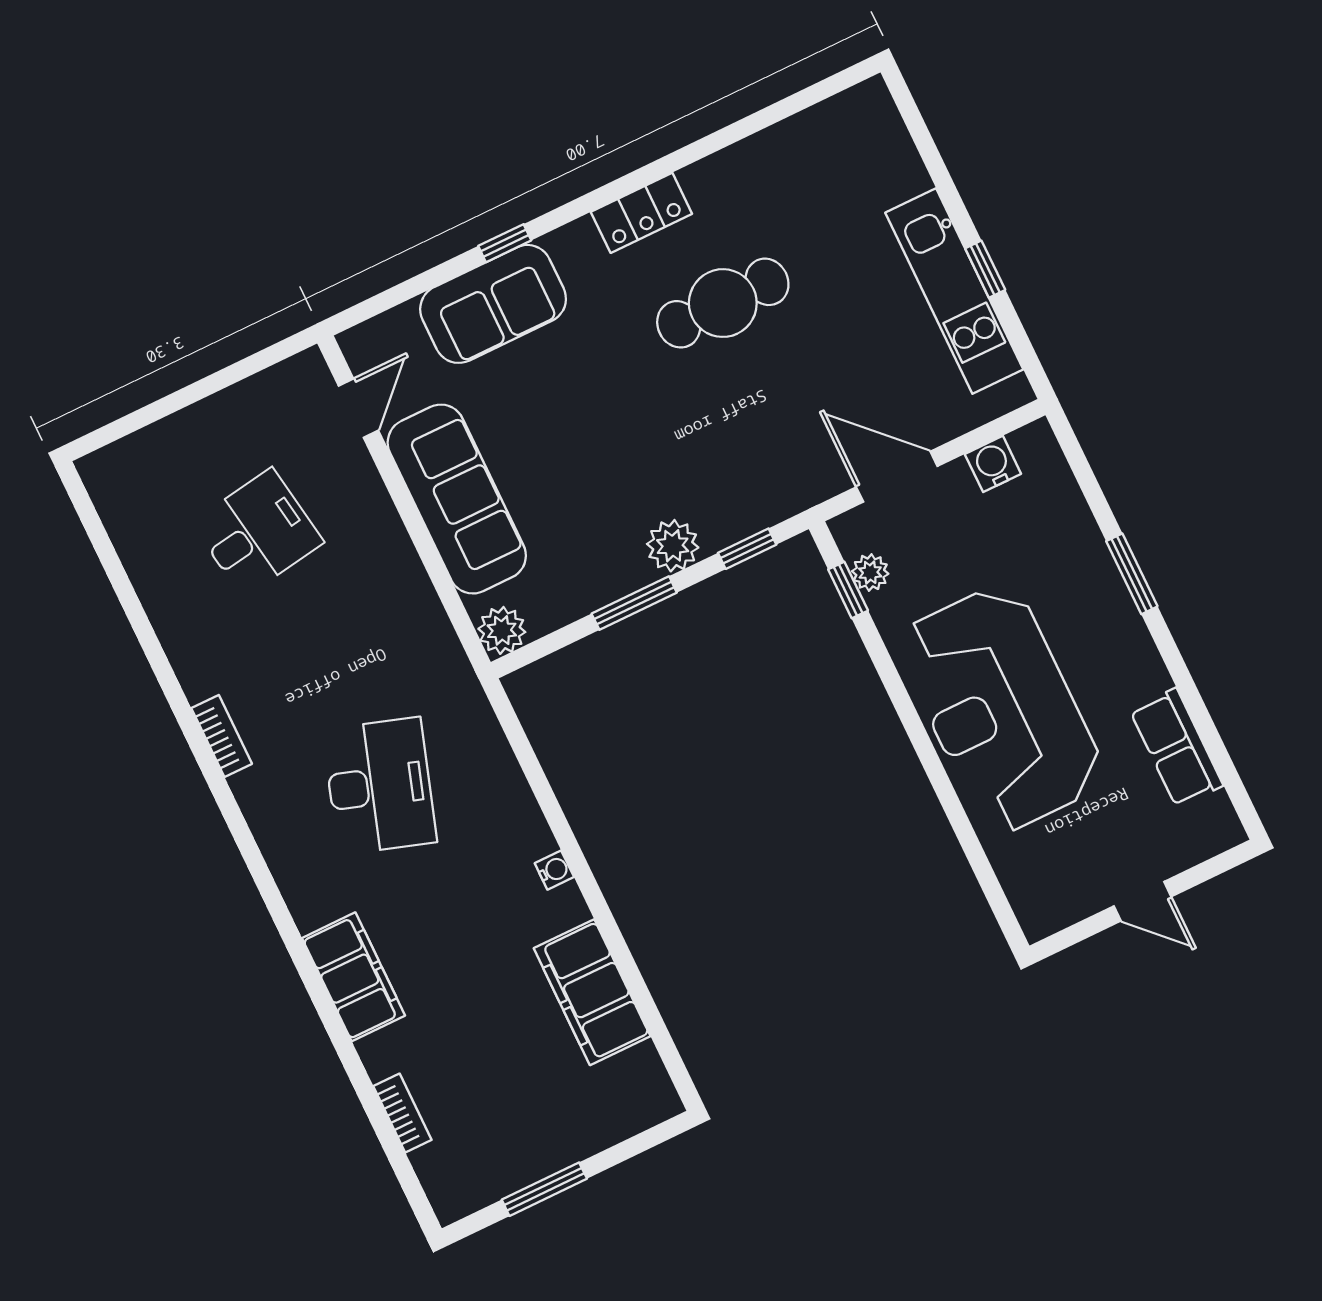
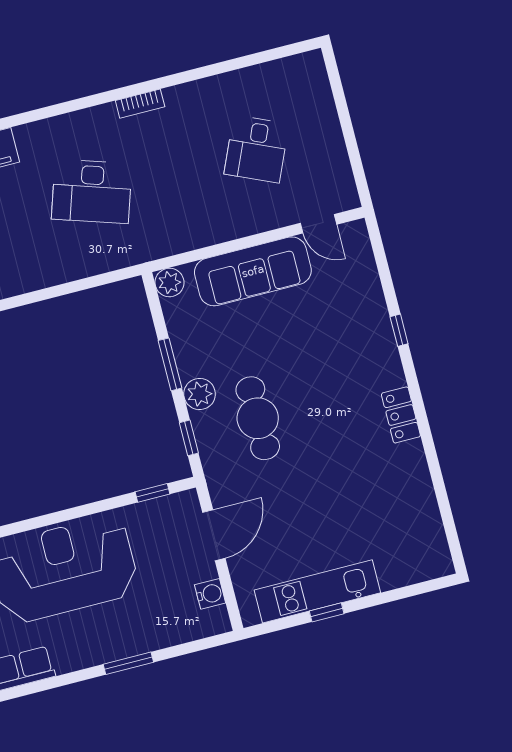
cafe table: (723, 303) -> (258, 418), moved
sofa: (493, 304) -> (364, 316), removed
desk: (258, 533) -> (257, 149), turned 33
plant: (870, 572) -> (160, 508), removed
water cooler: (554, 870) -> (21, 285), removed

